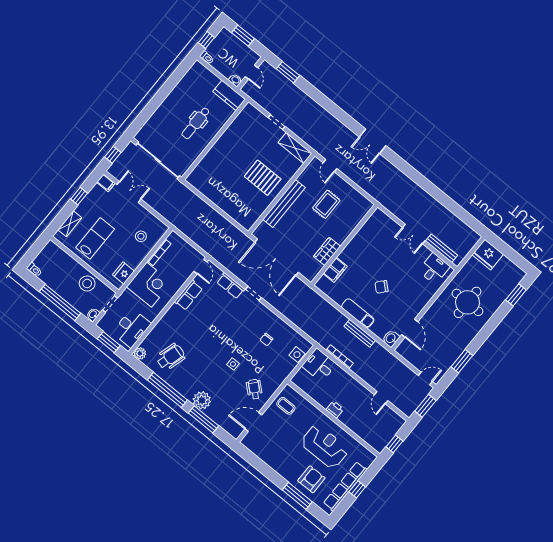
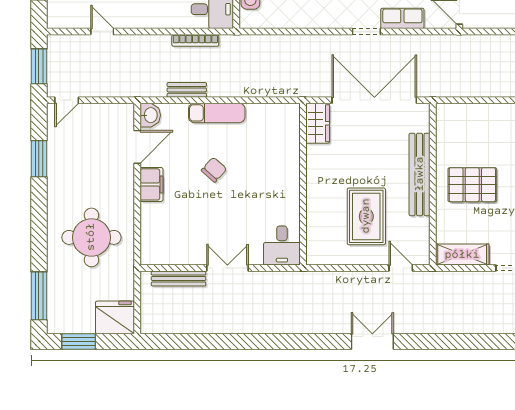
rug: (326, 204) -> (366, 216), width x1.36, depth x1.43
wardrobe: (327, 251) -> (318, 123), moved
window: (515, 257) -> (79, 341), added
desk: (434, 269) -> (282, 246), moved
filing cabinet: (335, 270) -> (151, 184), moved, turned 180
window: (516, 295) -> (39, 296), width x1.44
door: (410, 328) -> (137, 147), swing flipped
bench: (360, 333) -> (187, 90), width x0.73

